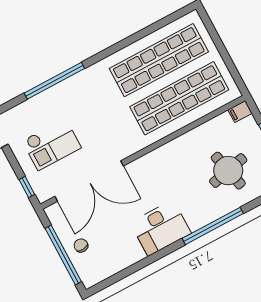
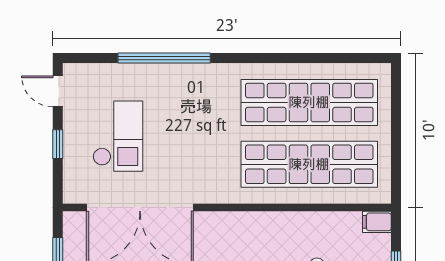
checkout: (52, 144) -> (118, 136), turned -90
window: (27, 187) -> (58, 144), moved

